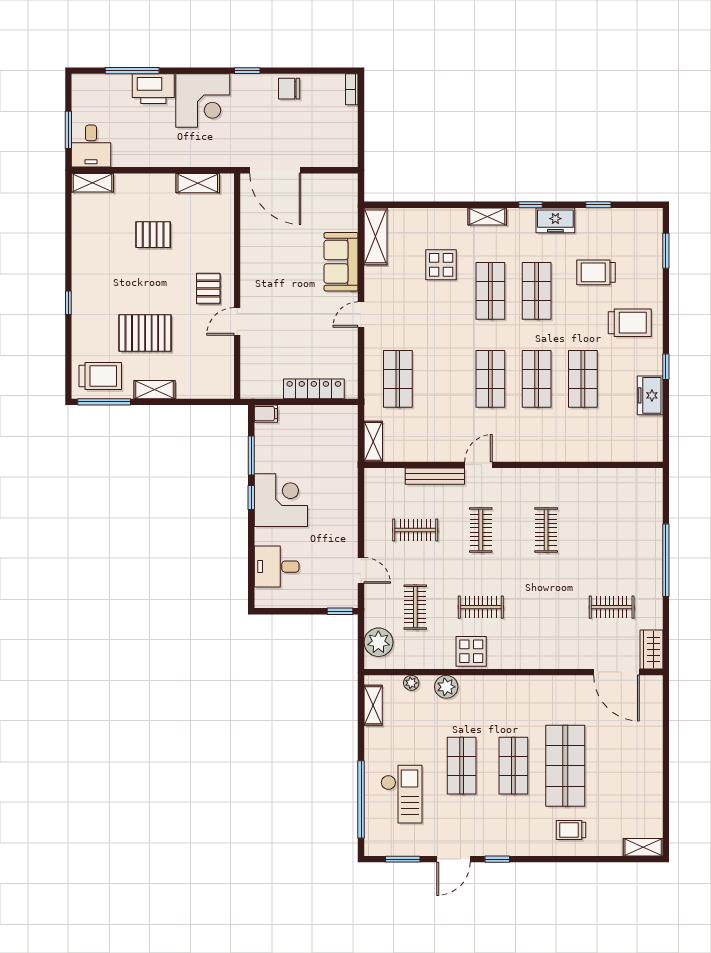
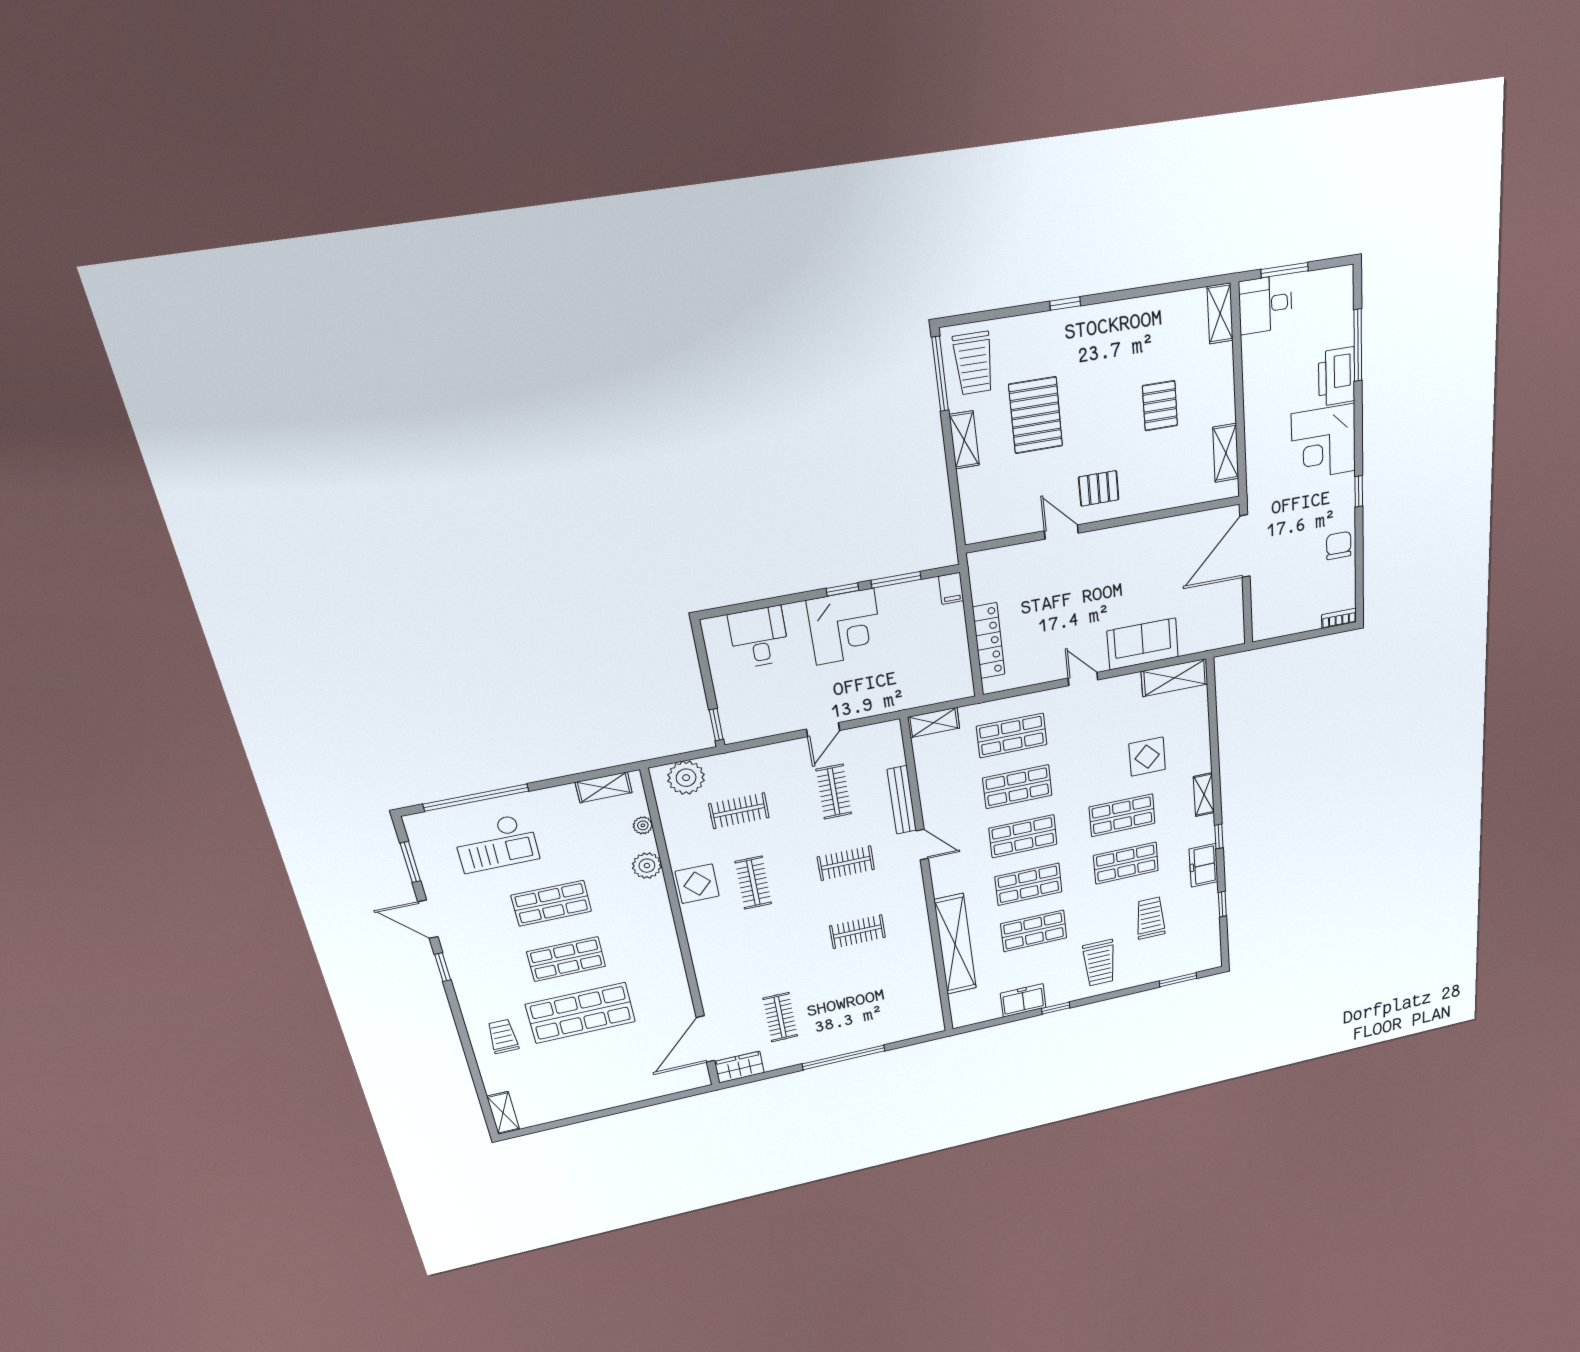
shop shelf: (444, 379) -> (1017, 787), added
shelving: (579, 449) -> (955, 944), added
door: (361, 570) -> (823, 730), moved

